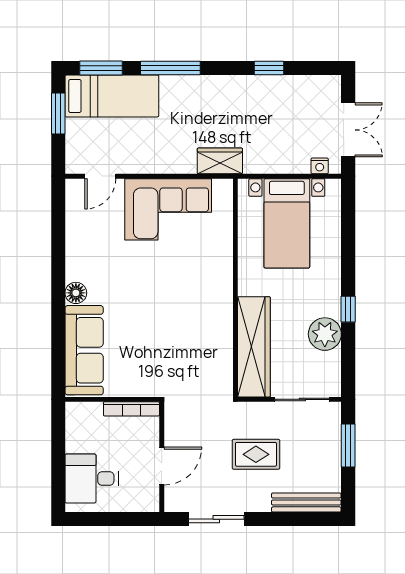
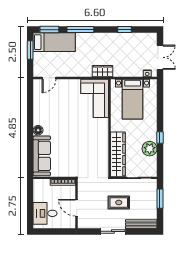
corner sofa: (168, 209) -> (95, 98), moved, turned 90
door: (162, 466) -> (77, 208), swing flipped
sliding door: (216, 519) -> (113, 231), moved

